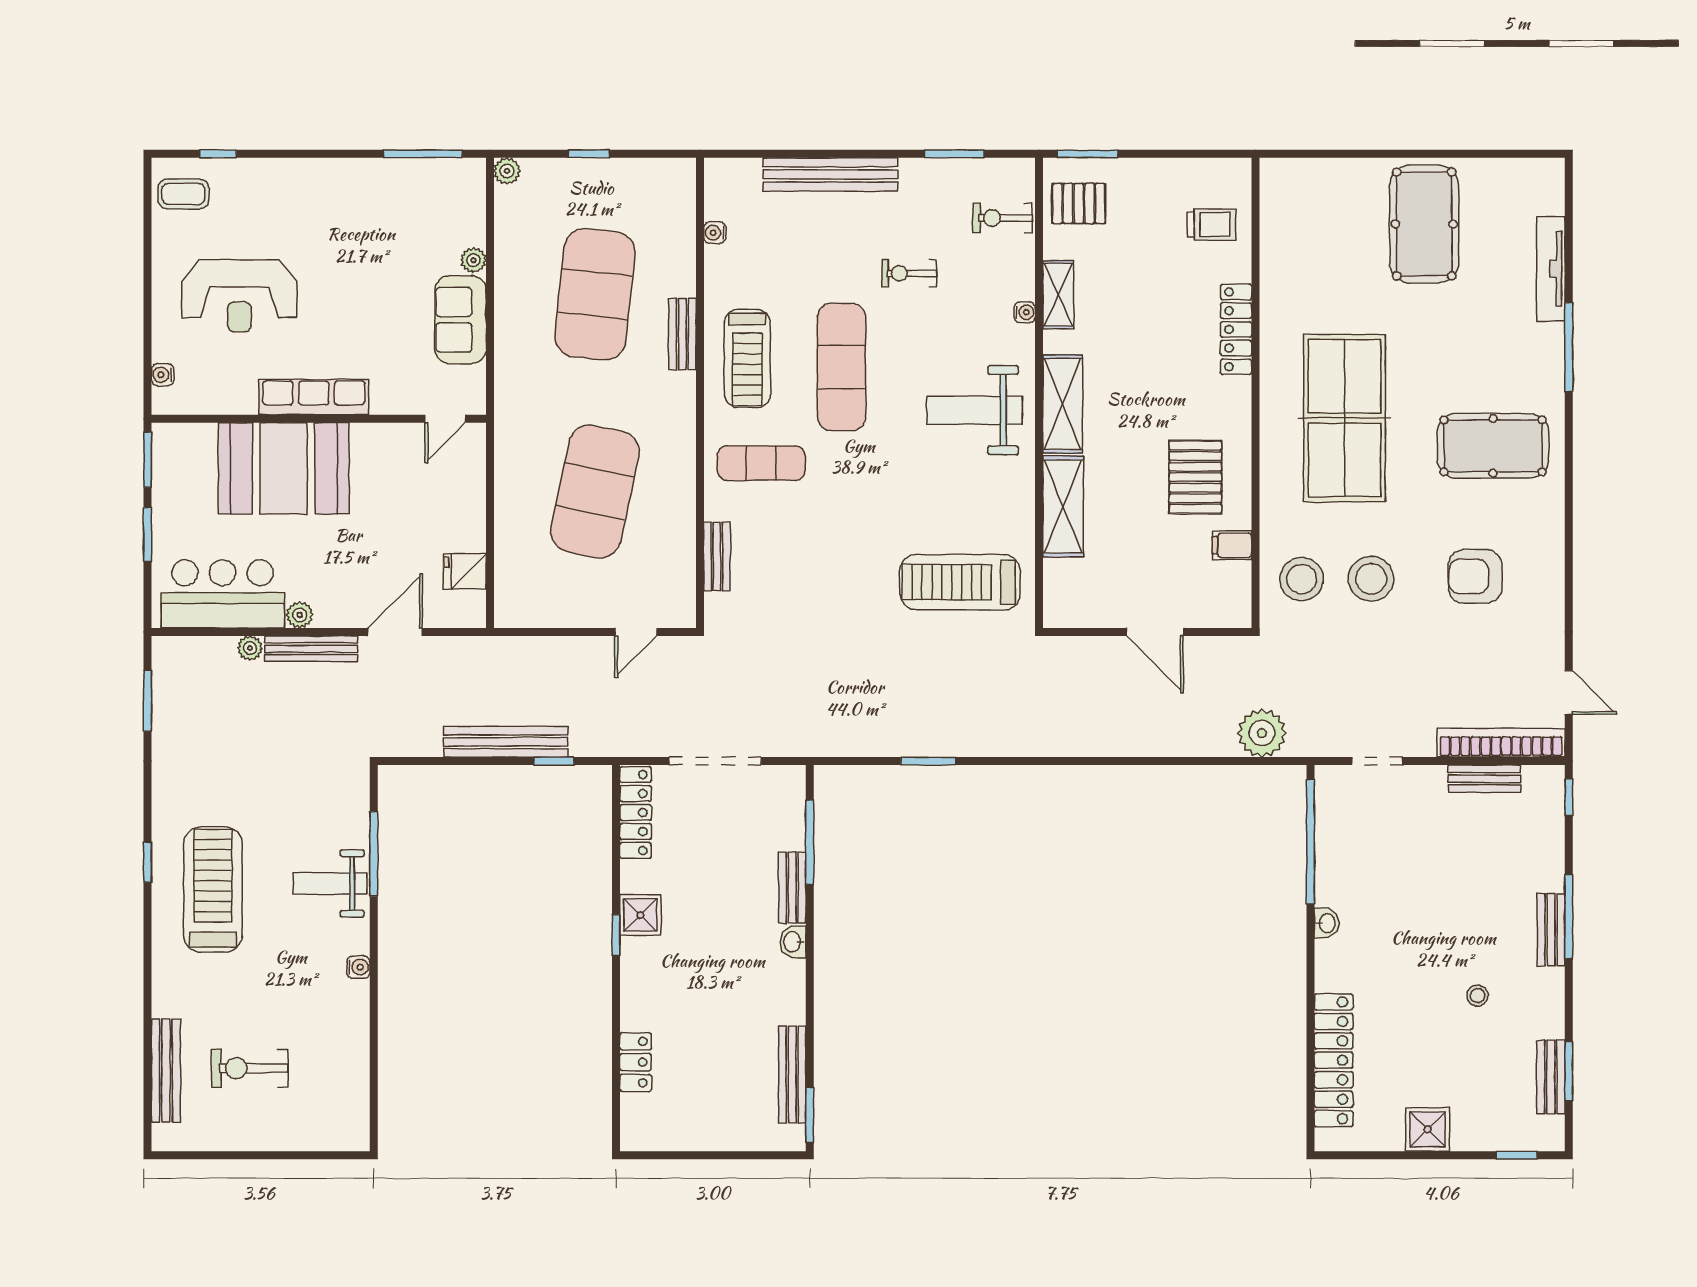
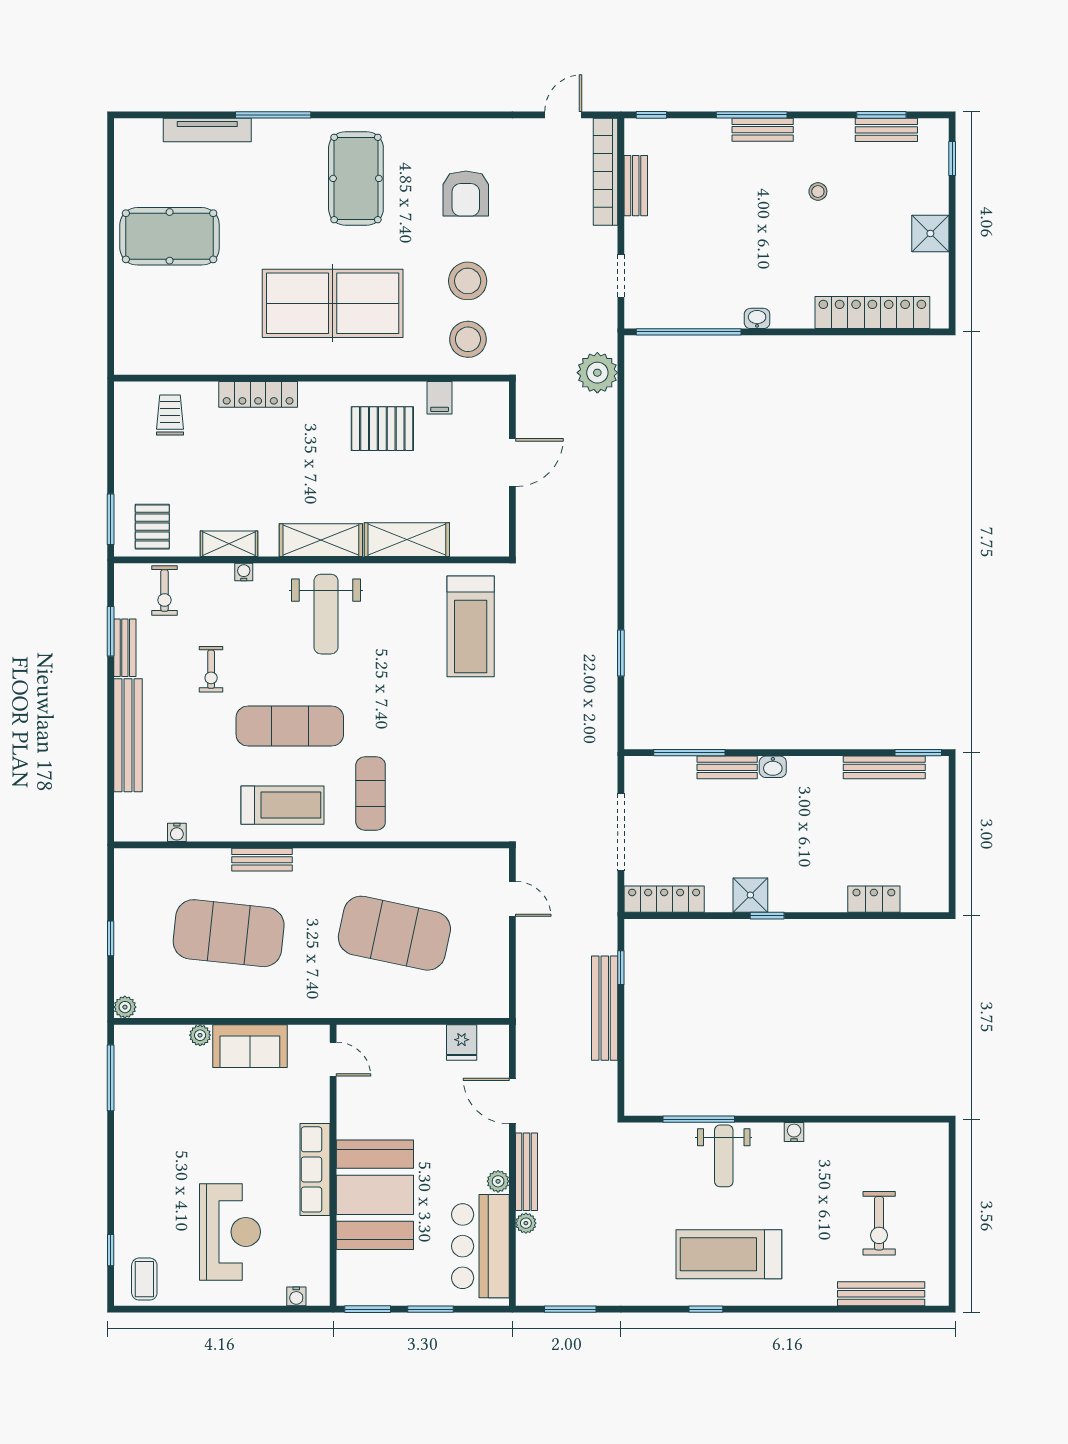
bench: (717, 557) -> (125, 648), moved, turned 90

